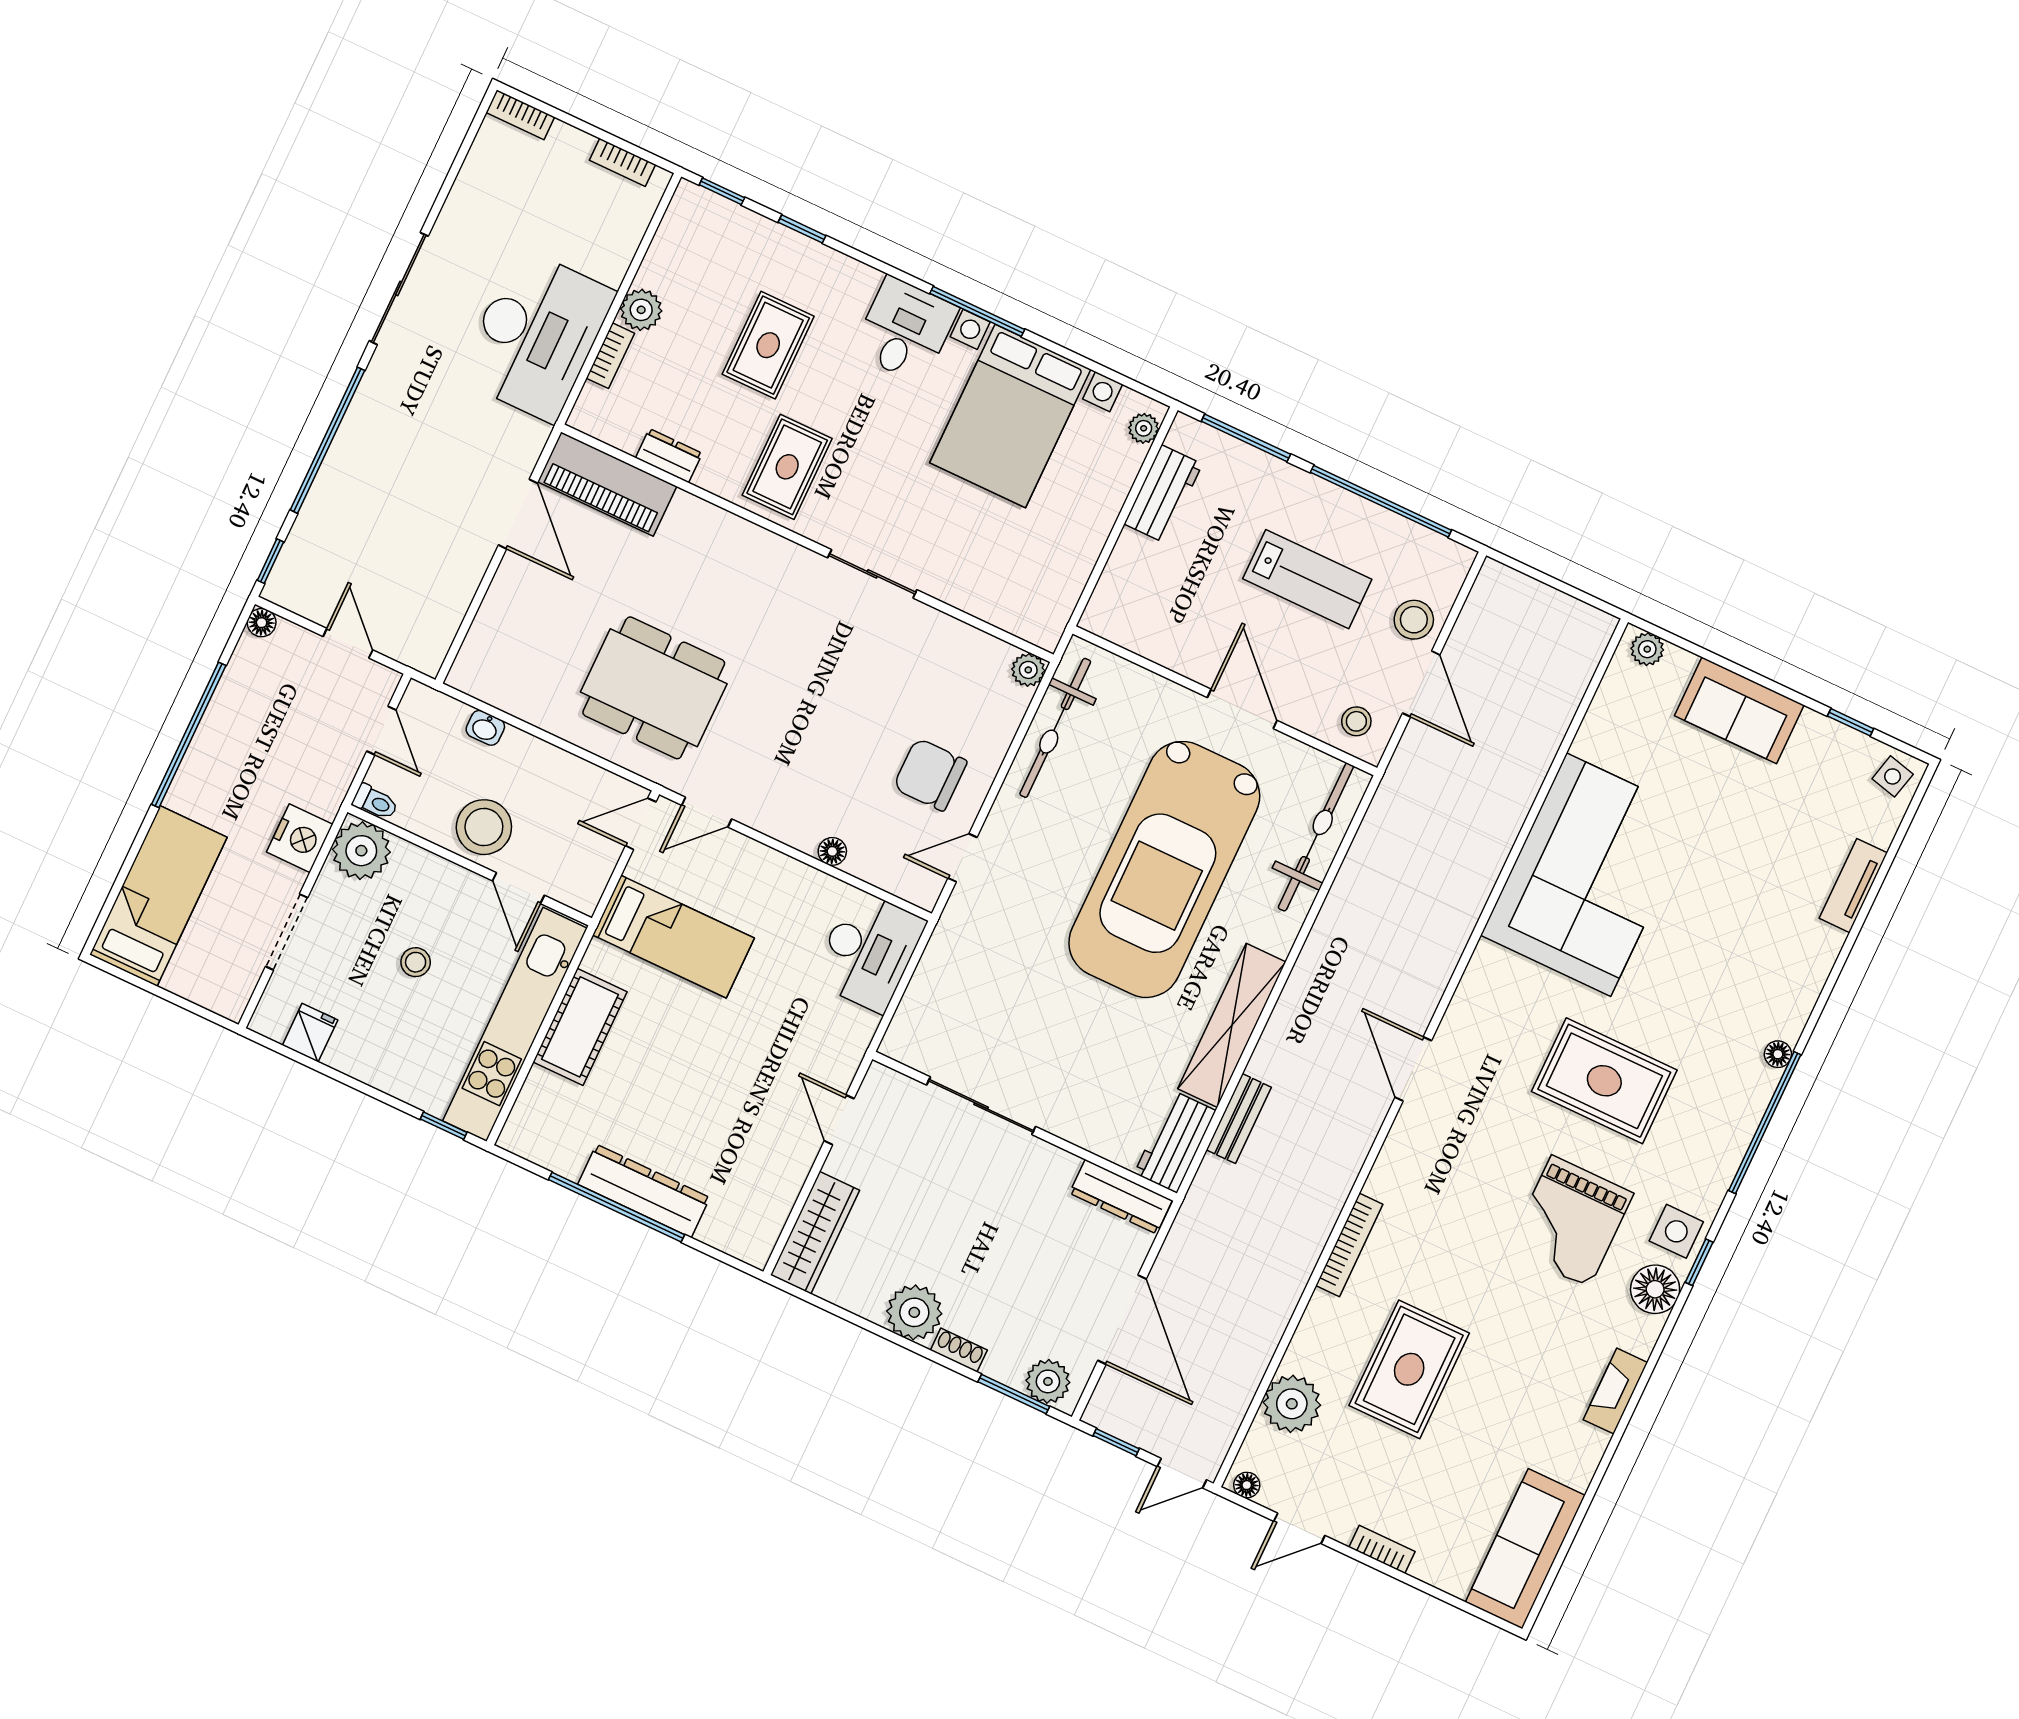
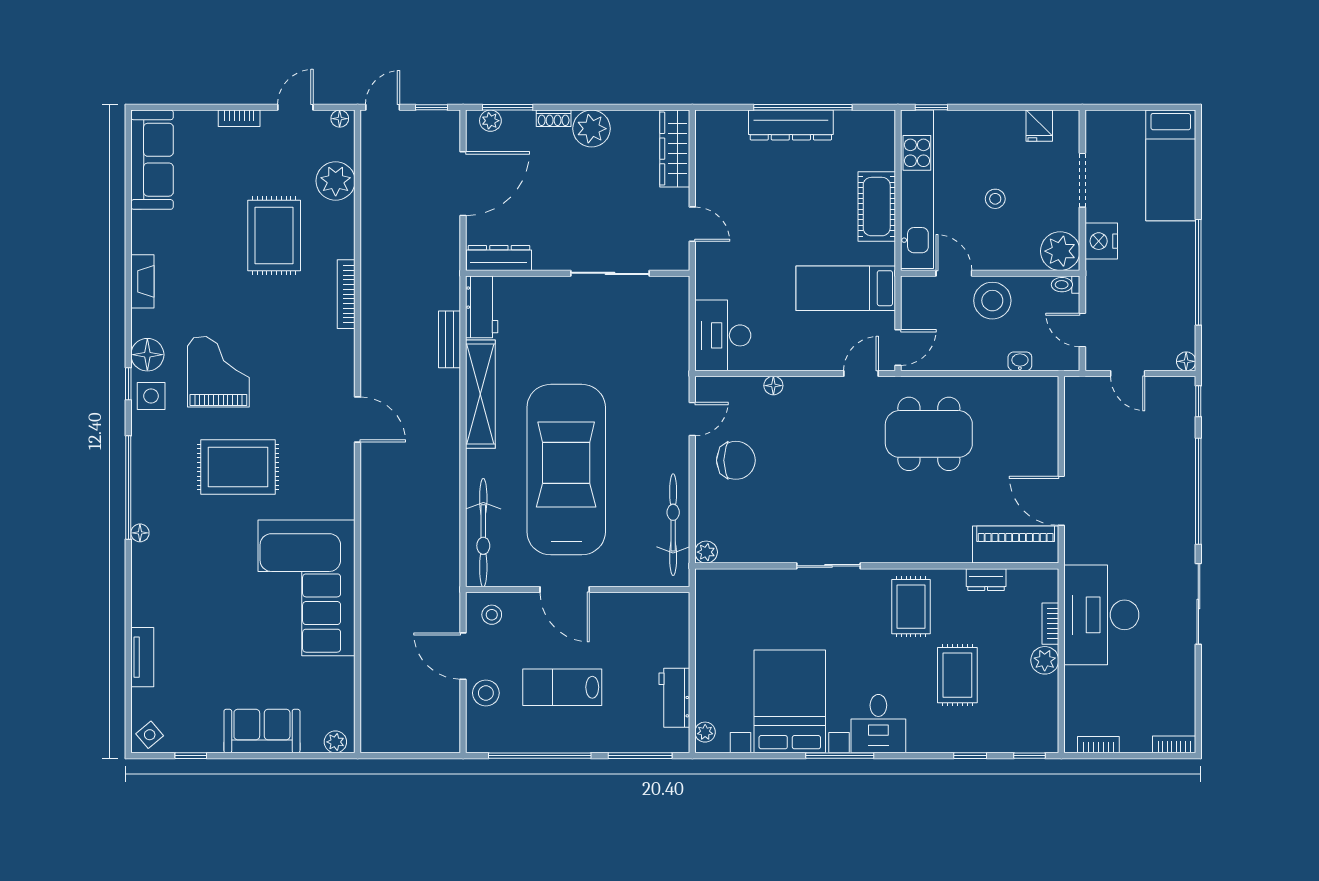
side table: (1893, 776) -> (150, 735), turned 36
door: (1122, 1320) -> (463, 184), swing flipped
plant: (1048, 1381) -> (490, 121), width x0.73, depth x0.73

